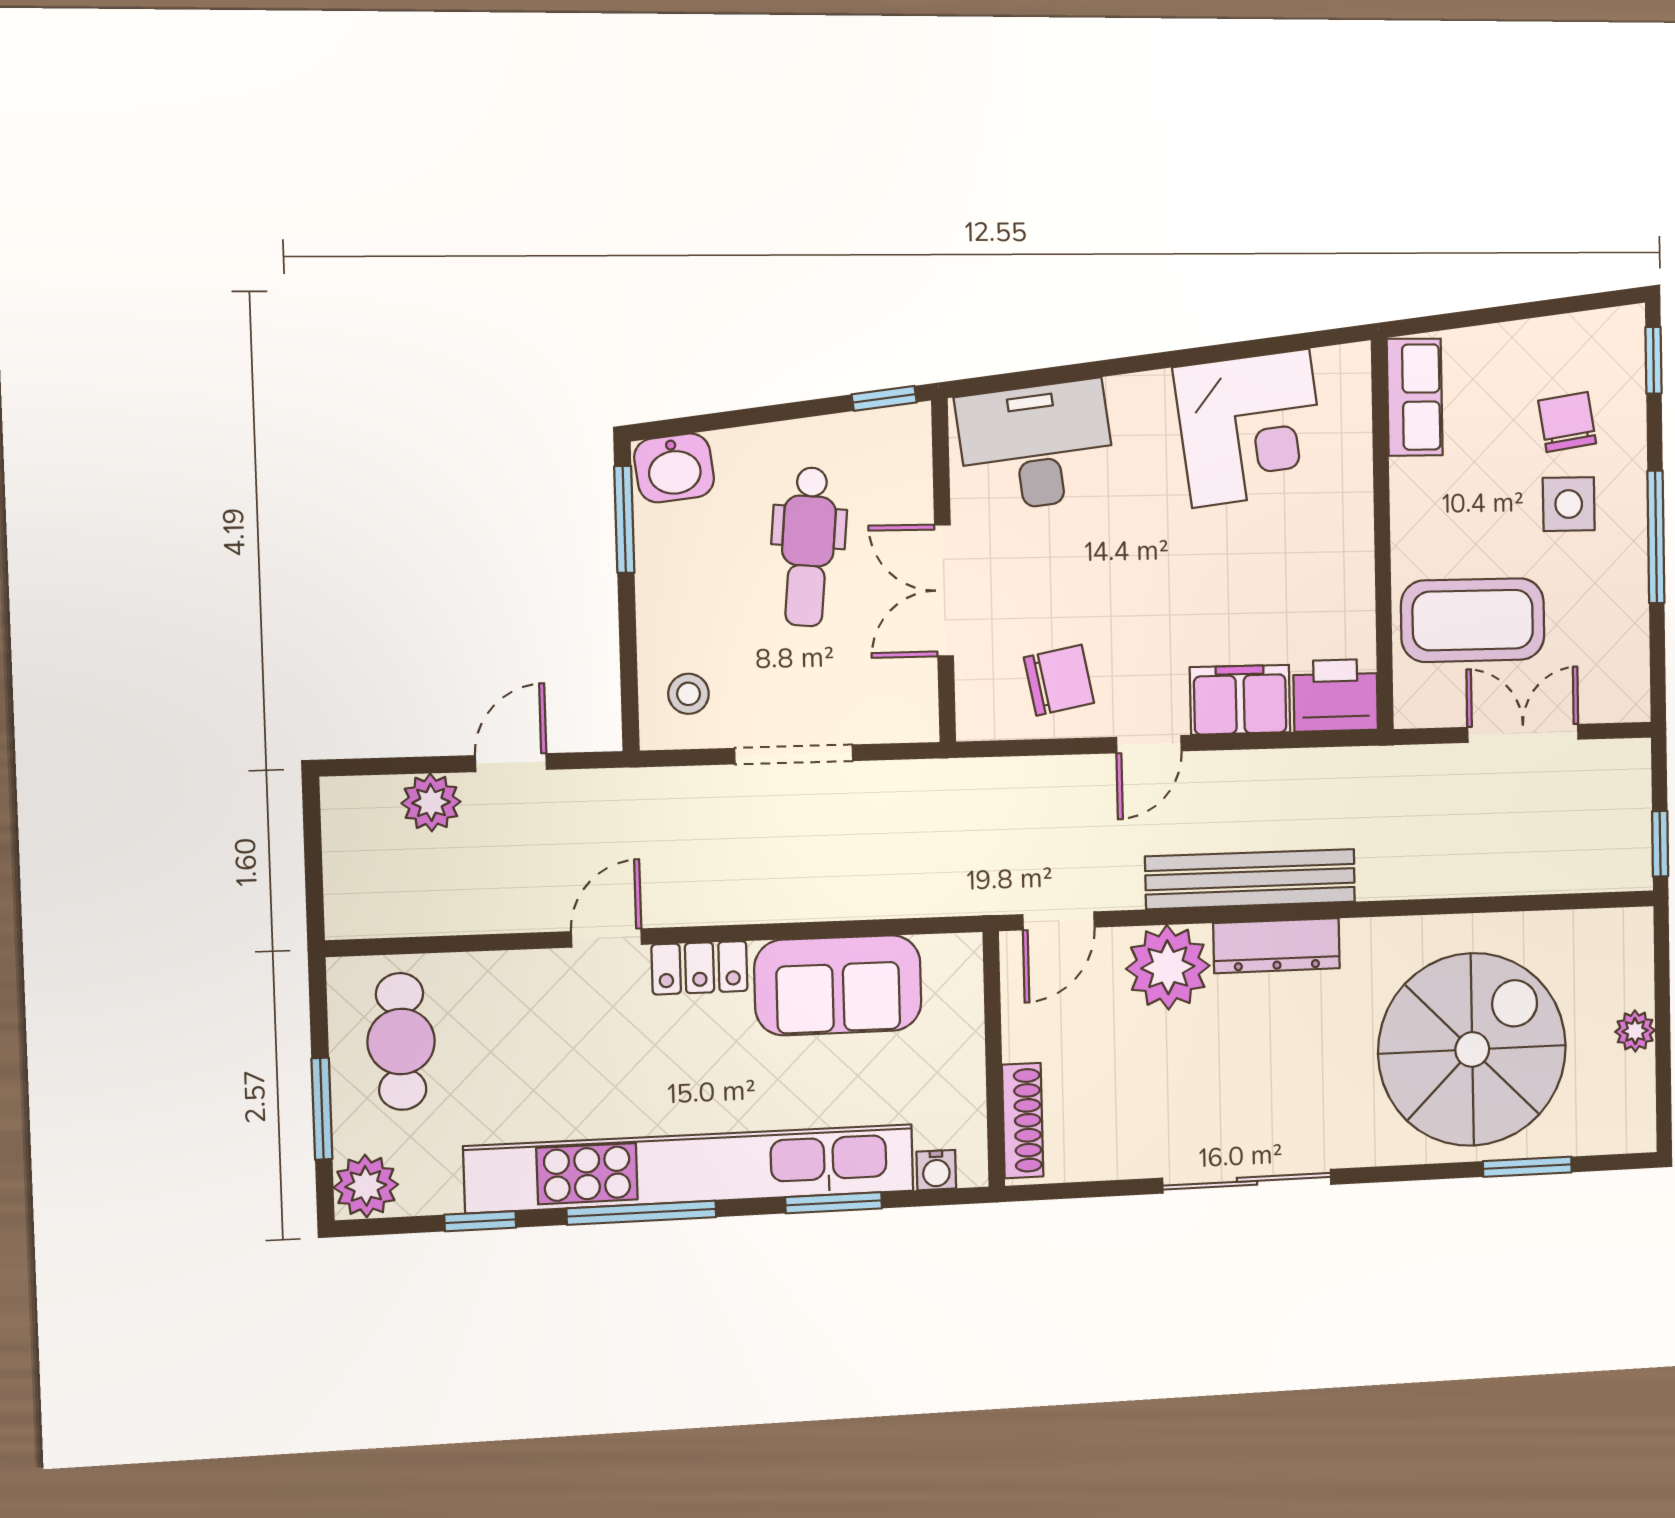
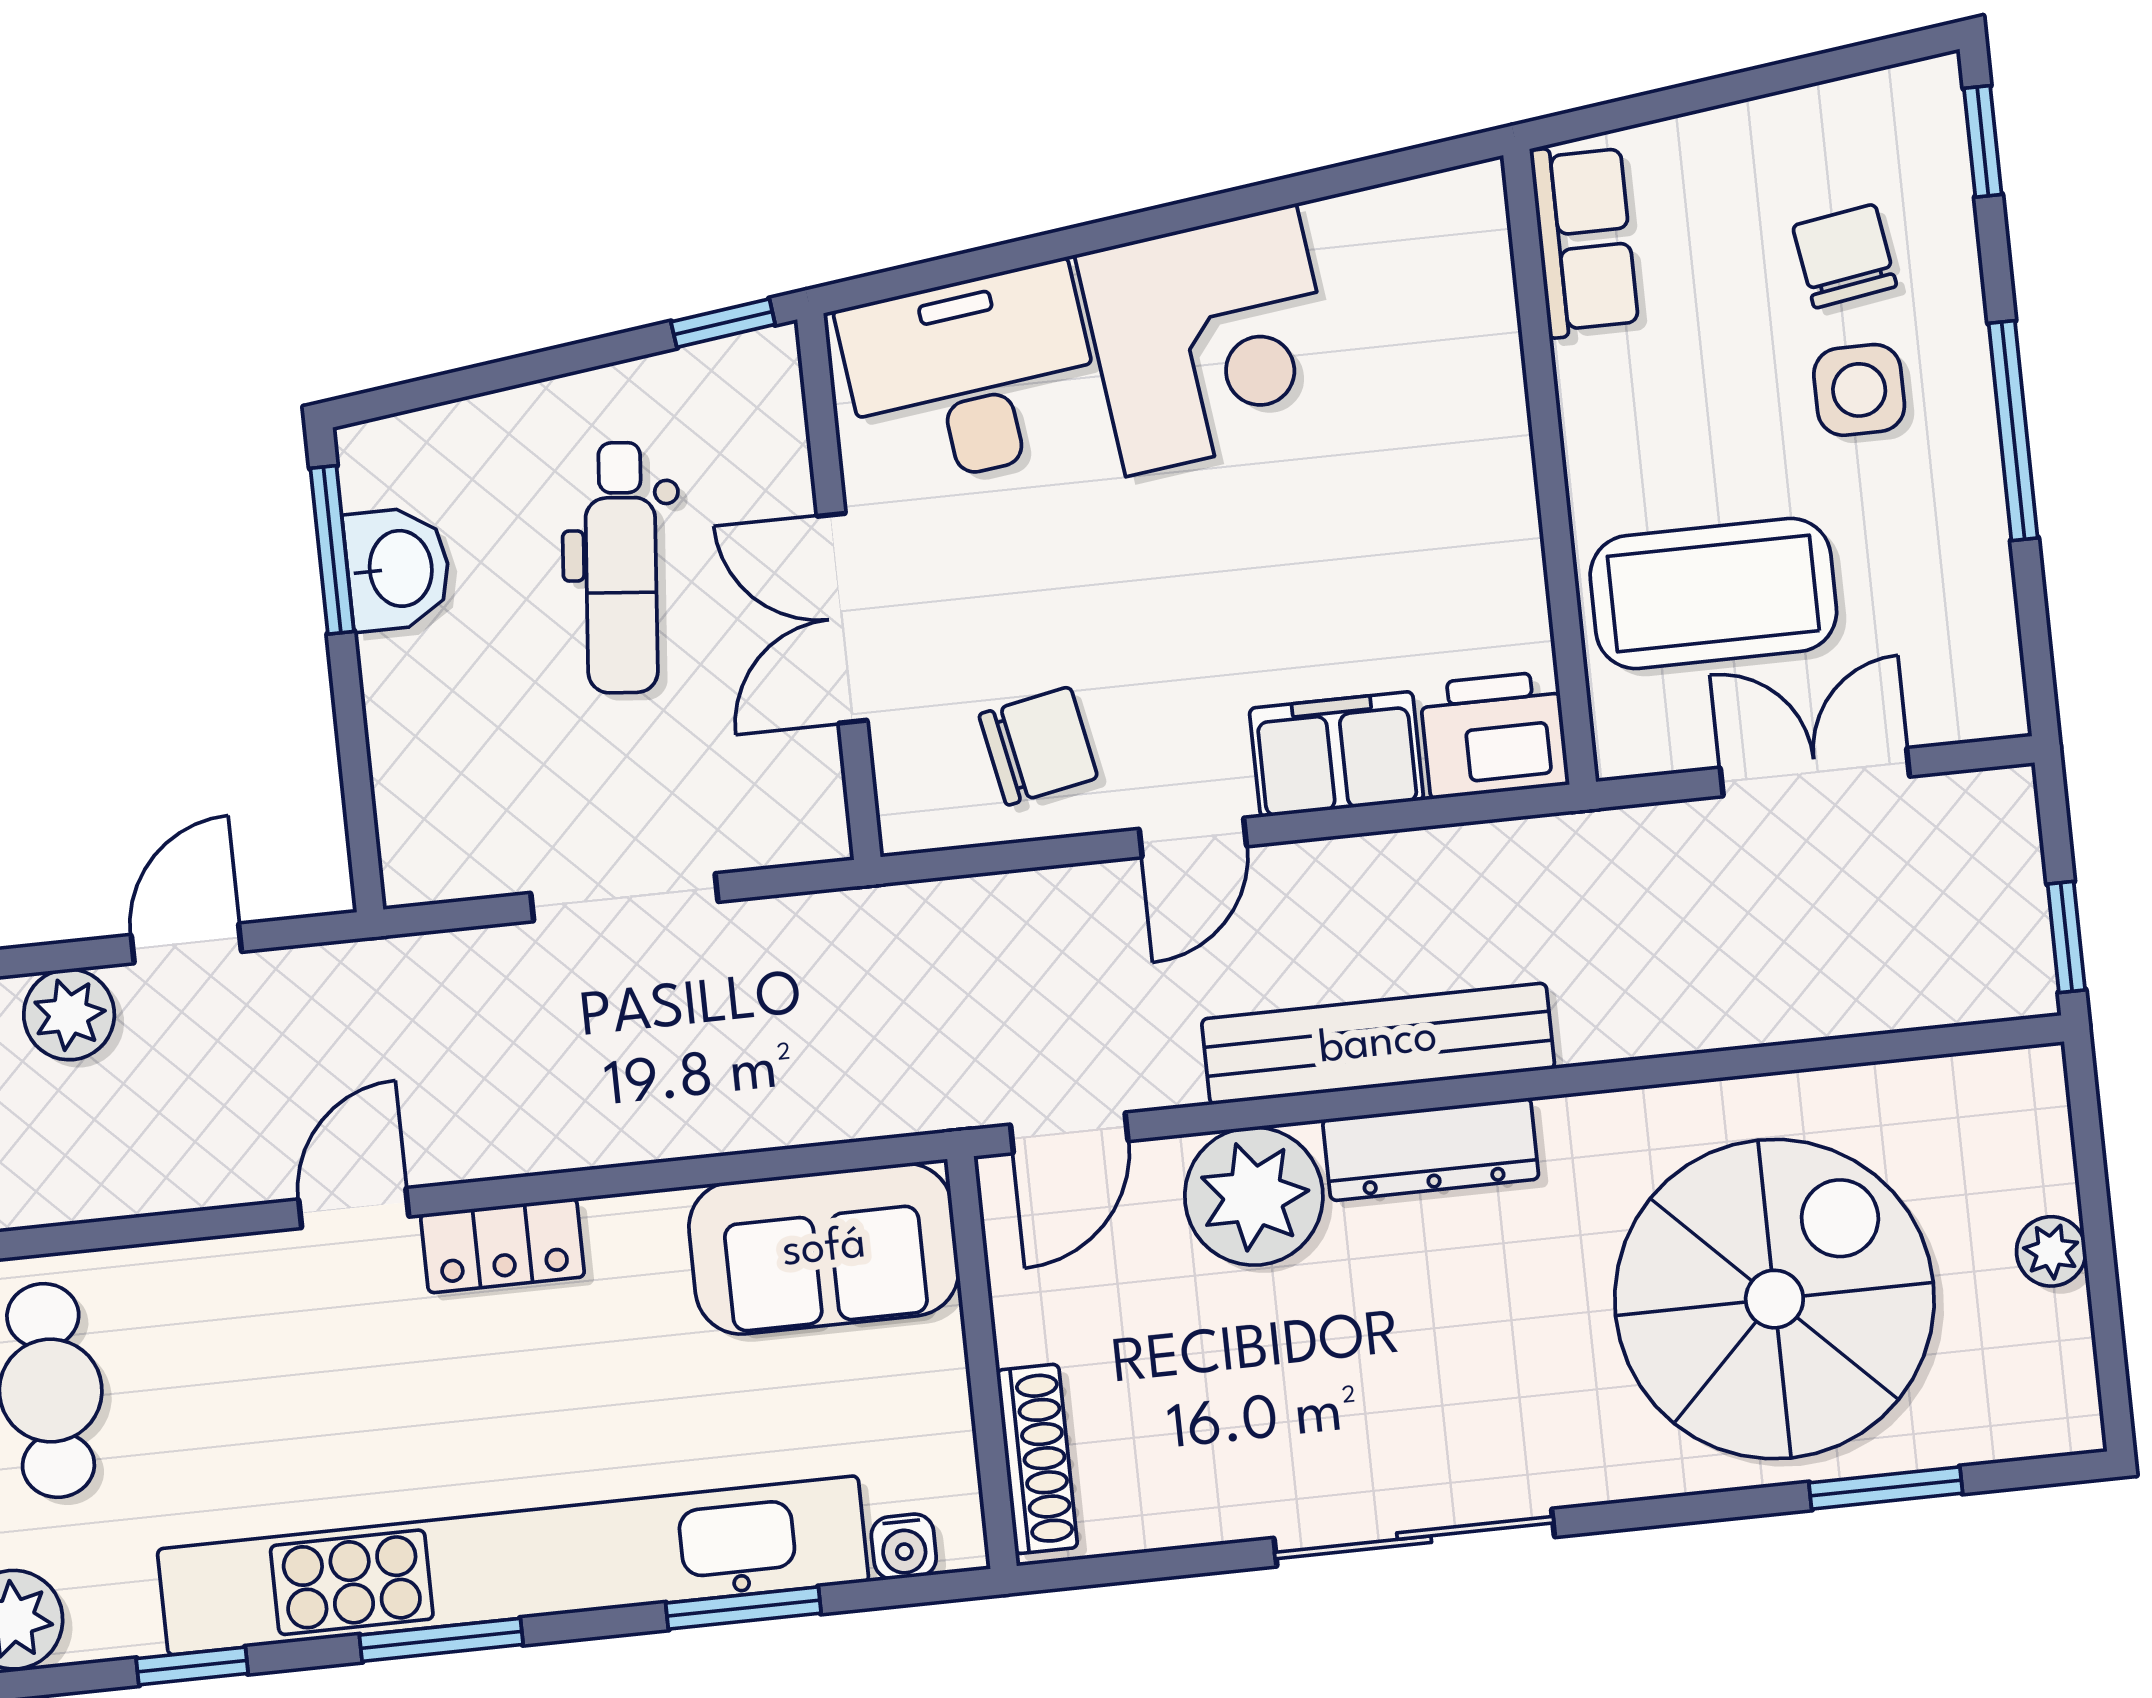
corner desk: (1251, 428) -> (1211, 340), moved
washbasin: (674, 468) -> (398, 569), moved, turned -83
stool: (689, 694) -> (452, 814), removed
sofa: (838, 985) -> (824, 1249), moved
window: (641, 1213) -> (441, 1640), width x0.69

